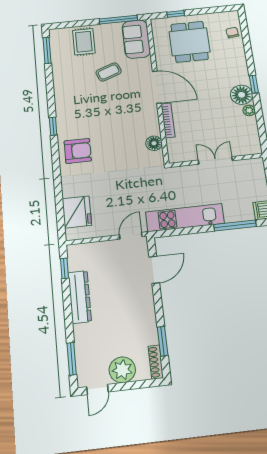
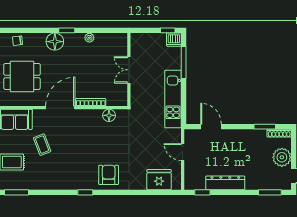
floor lamp: (242, 95) -> (55, 42), moved
door: (131, 236) -> (183, 152), moved

